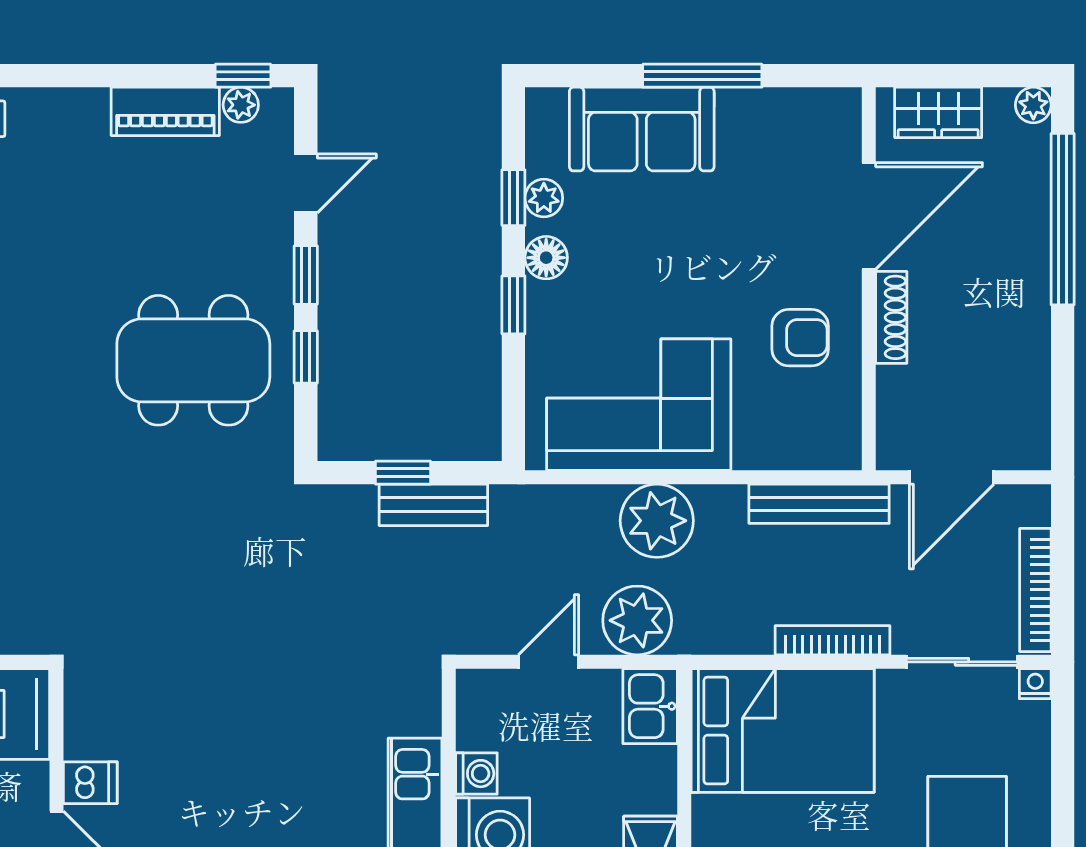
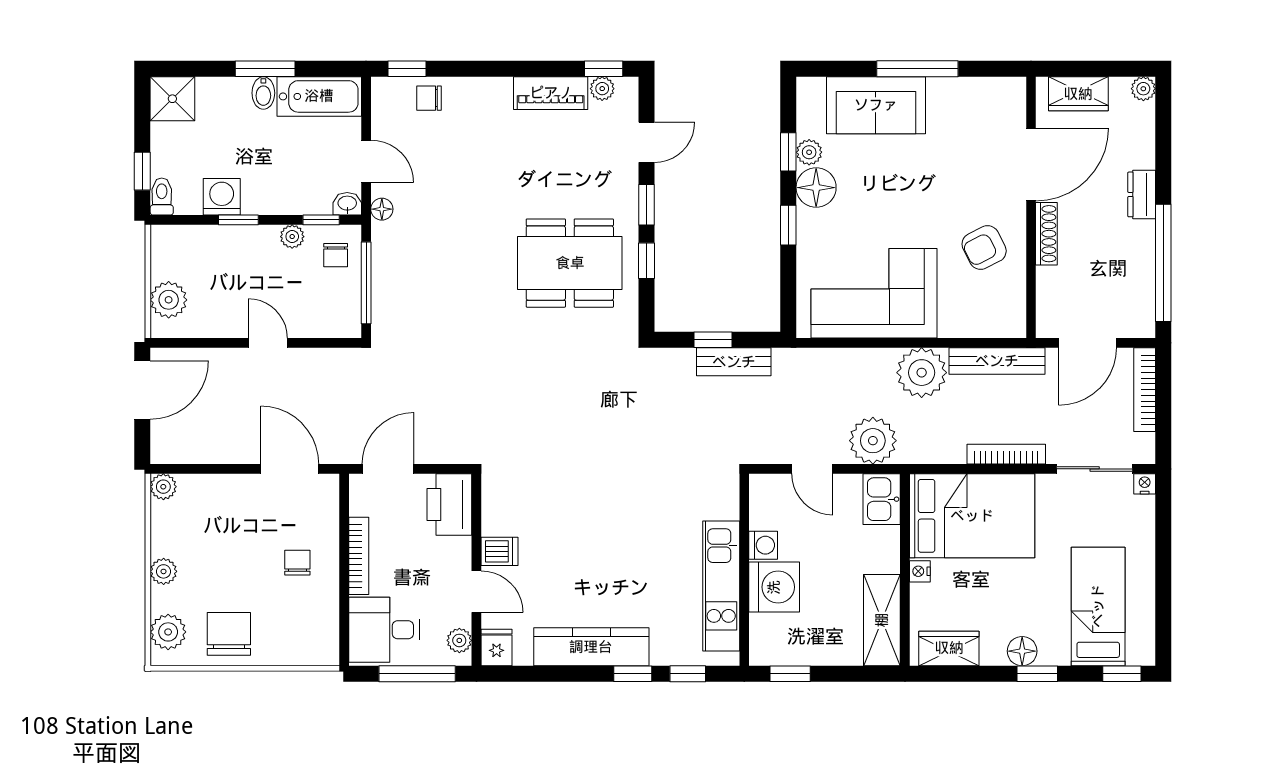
window: (1063, 219) -> (1163, 263), moved
floor lamp: (546, 258) -> (816, 188), width x1.38, depth x1.38
dresser: (1031, 260) -> (1142, 194), added
armchair: (800, 338) -> (984, 248), turned 153
plant: (657, 521) -> (922, 373), moved
bookcase: (1035, 590) -> (1145, 390), moved
door: (548, 662) -> (812, 469), swing flipped
nightstand: (706, 812) -> (920, 571), added

